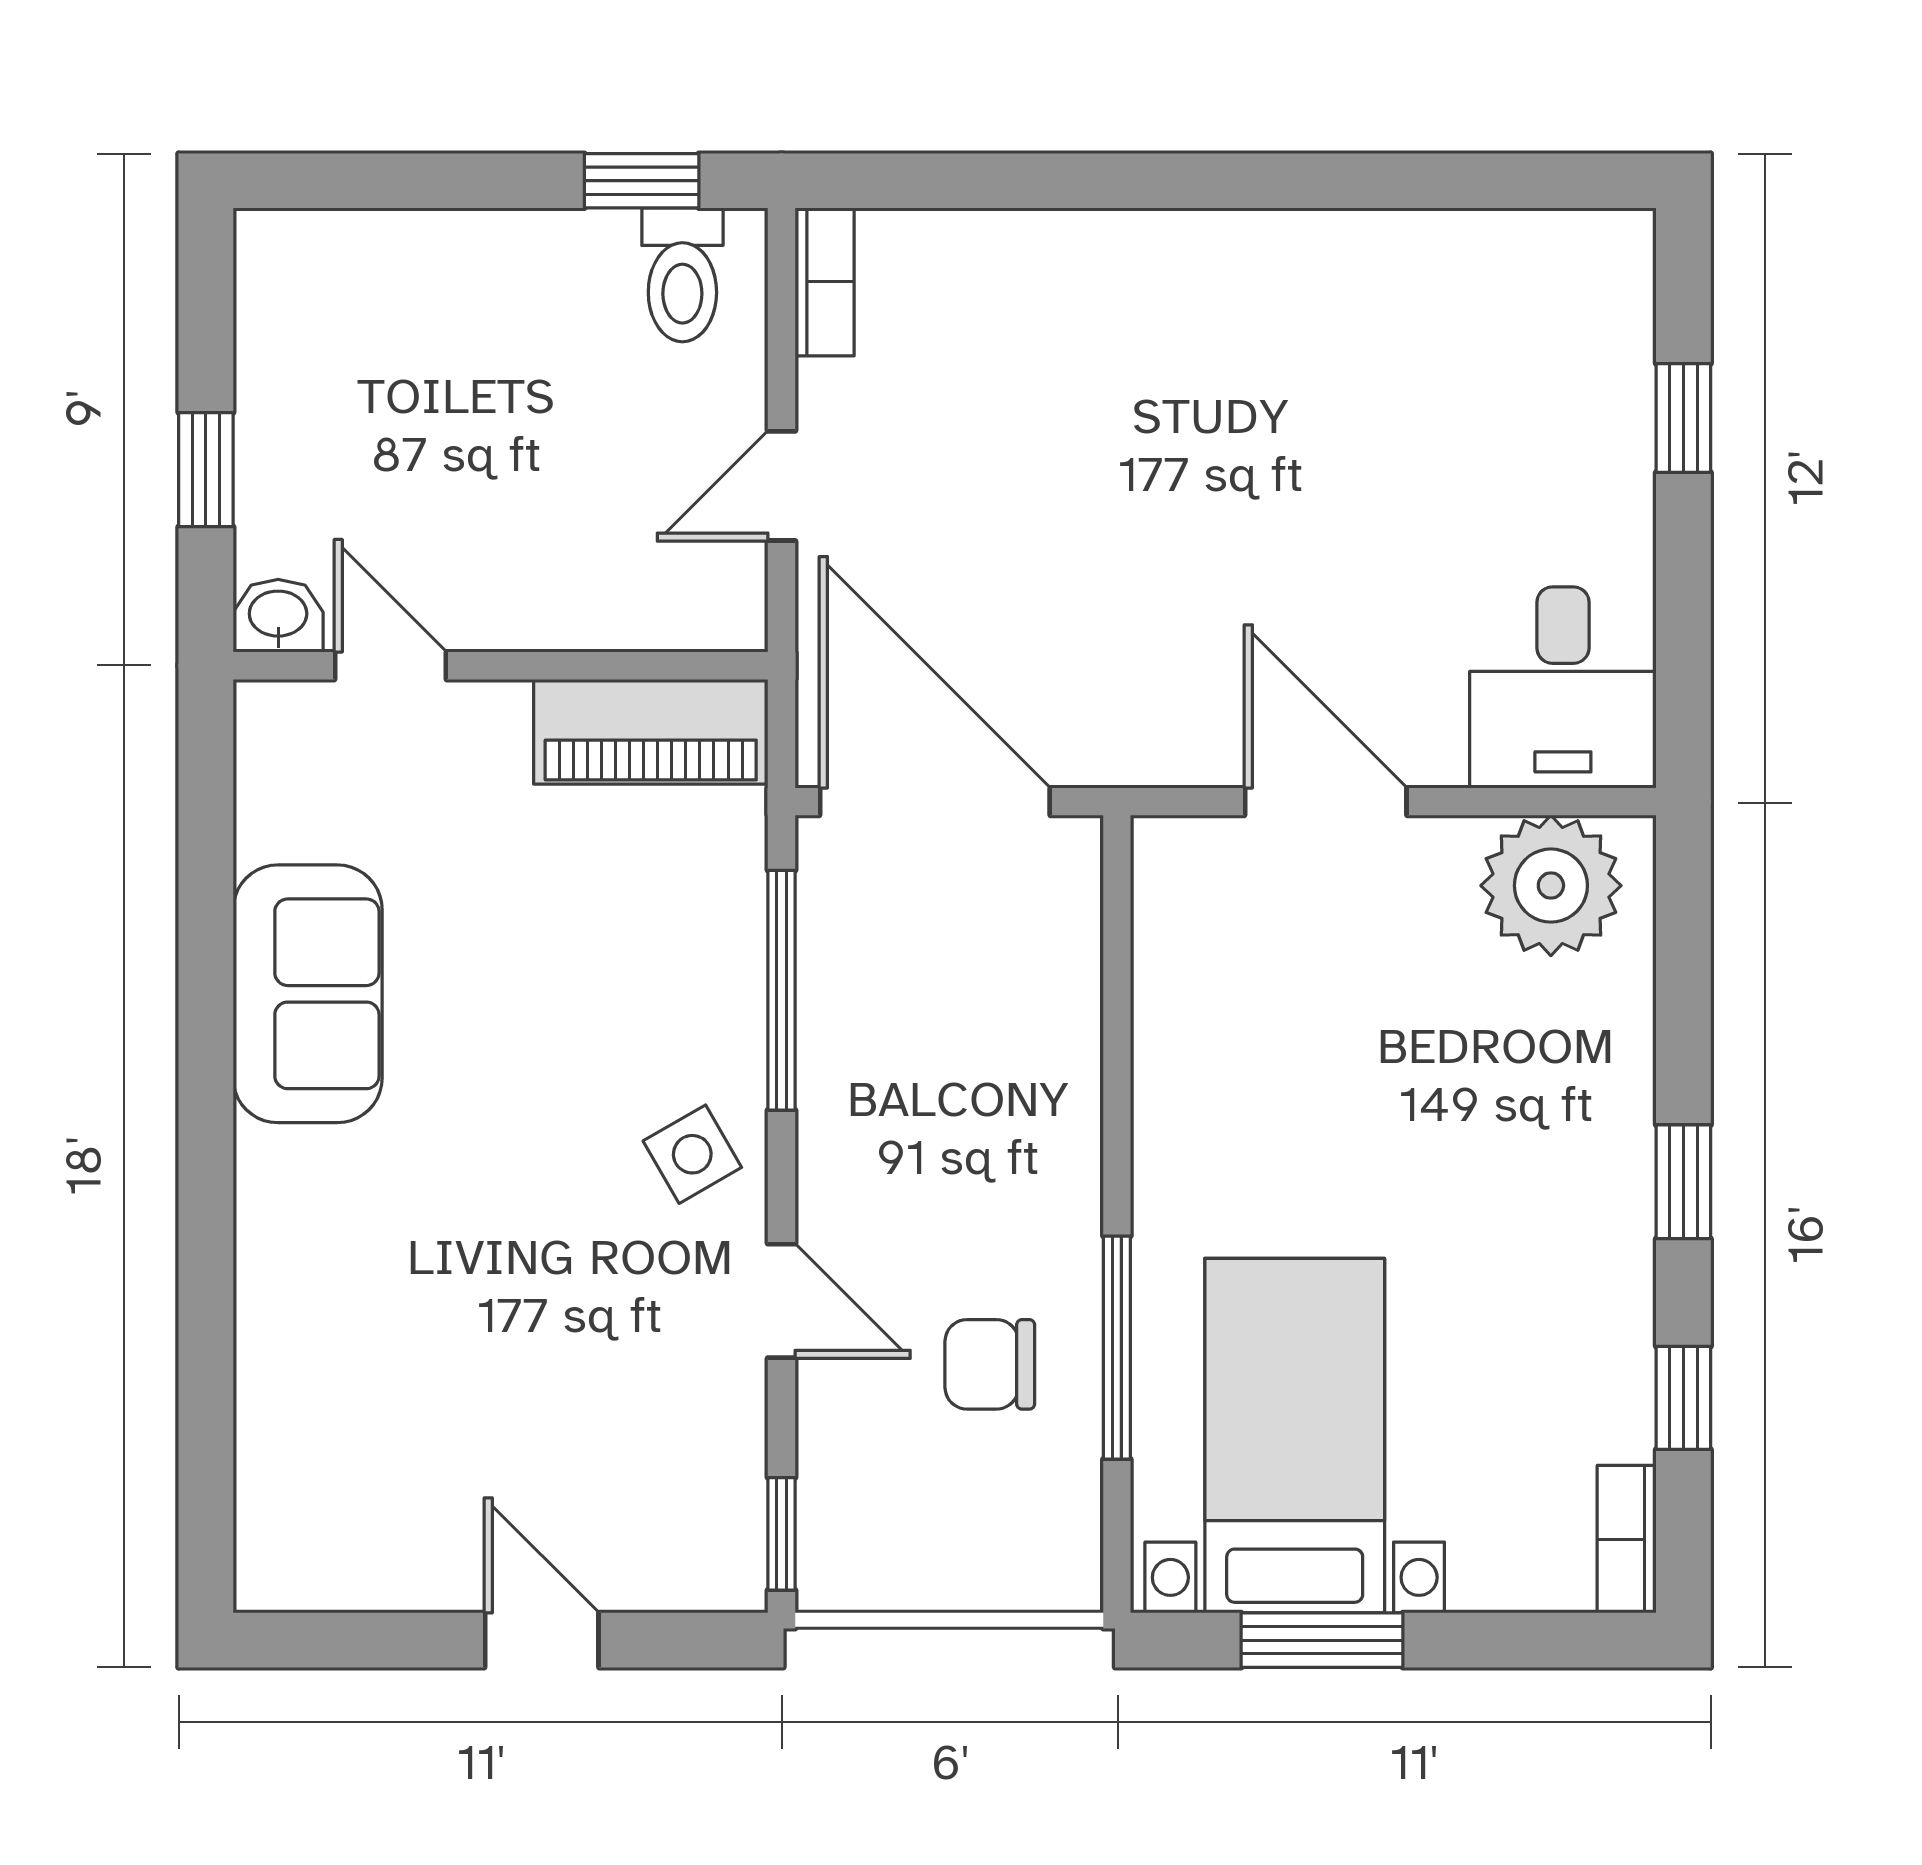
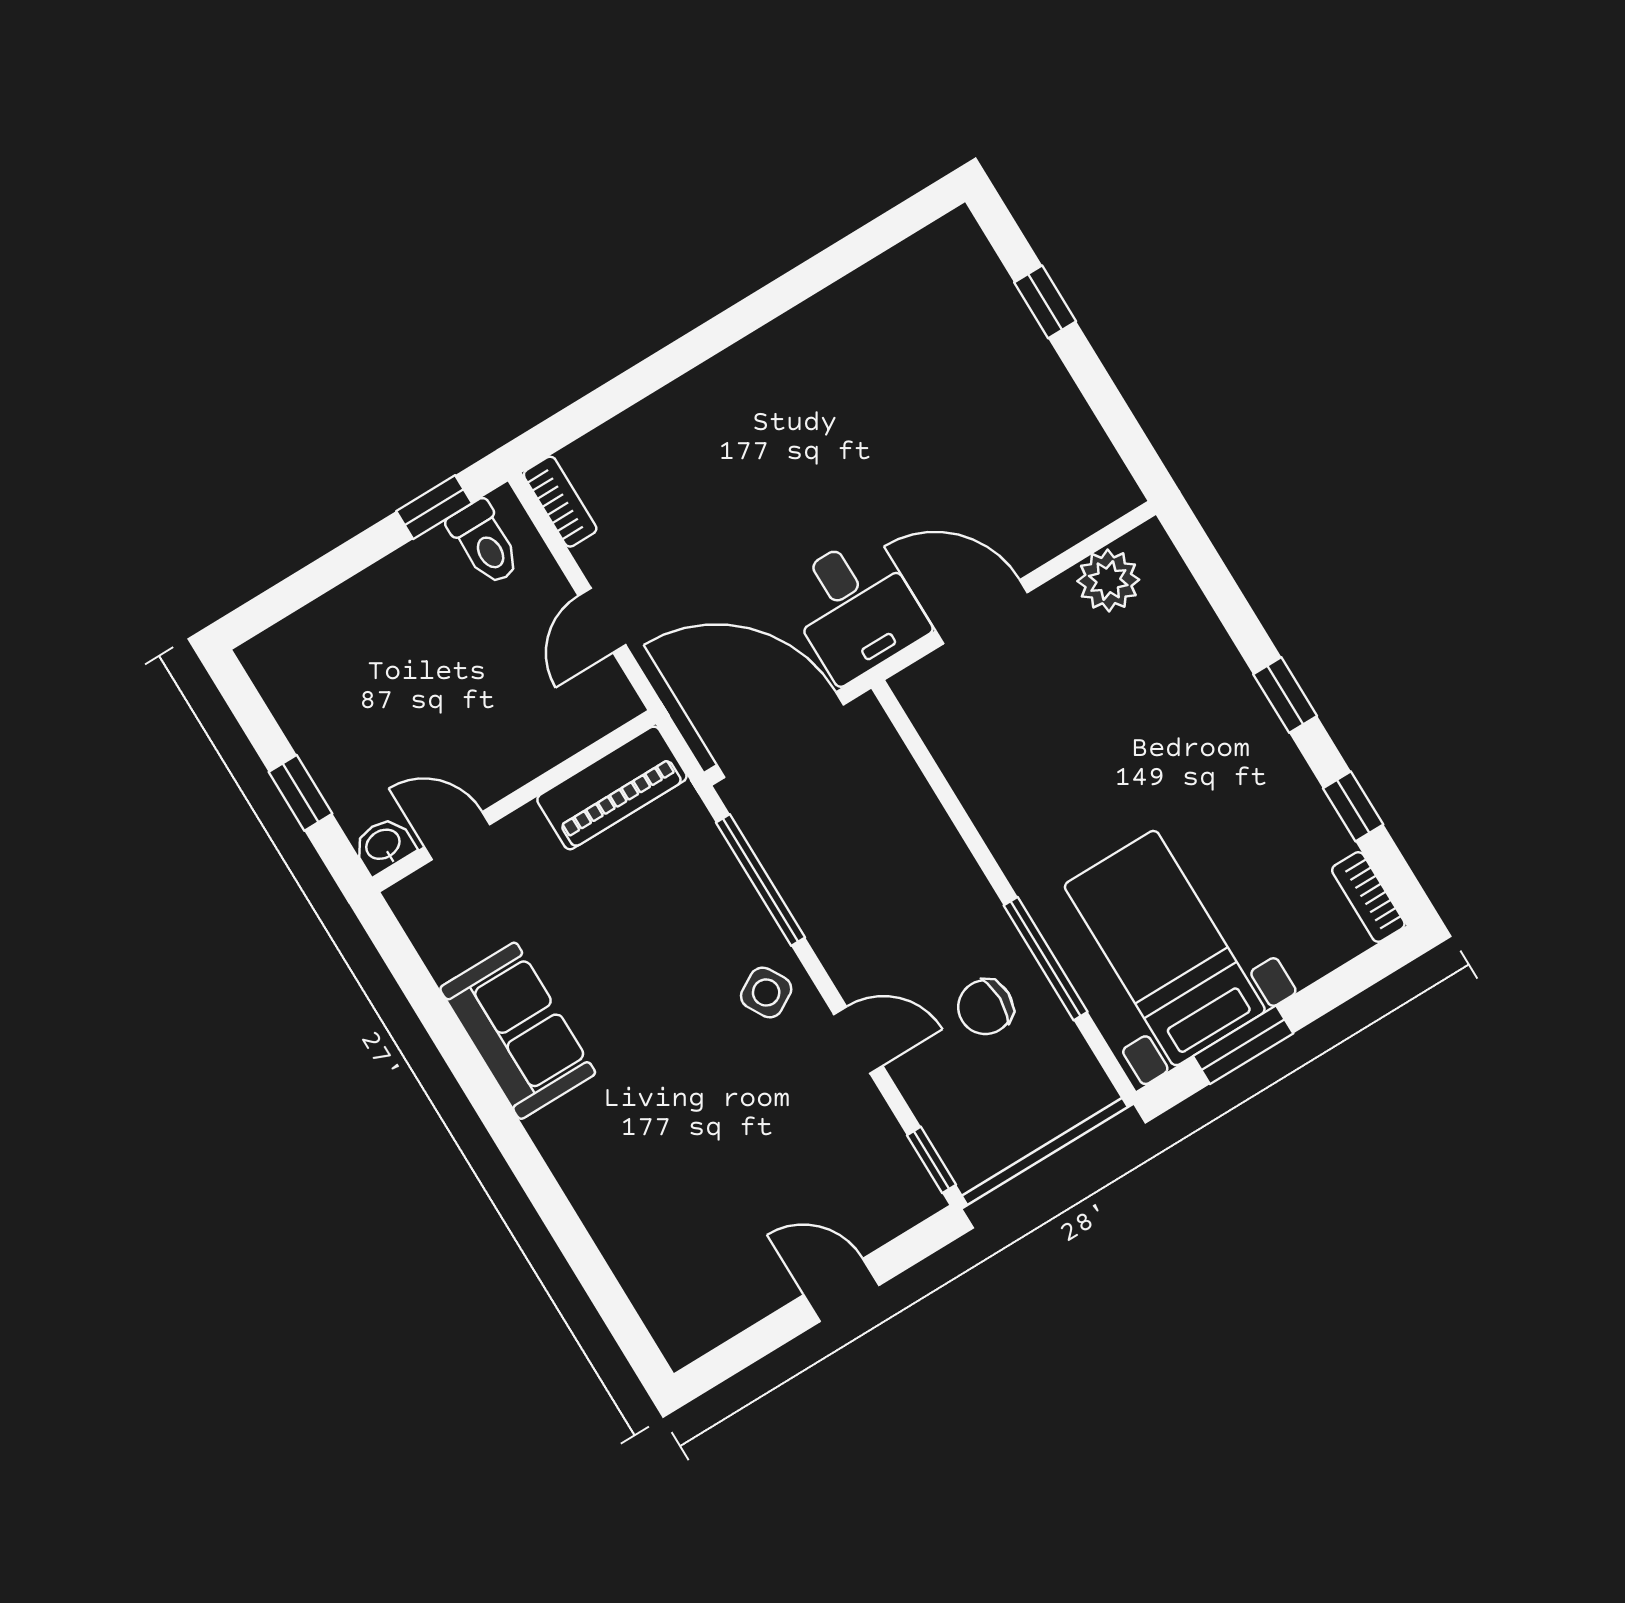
desk: (1563, 687) -> (855, 608), moved
plant: (1551, 886) -> (1108, 580), width x0.73, depth x0.73

